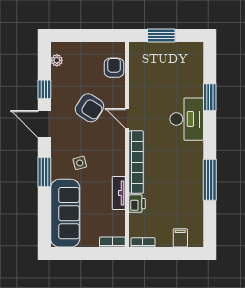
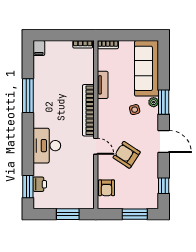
window: (80, 35) -> (135, 214), added
plant: (57, 60) -> (154, 102), moved
window: (44, 89) -> (164, 186), moved
window: (210, 97) -> (28, 187), moved
printer: (137, 204) -> (40, 184), moved, turned 180
filing cabinet: (180, 238) -> (39, 48), moved

